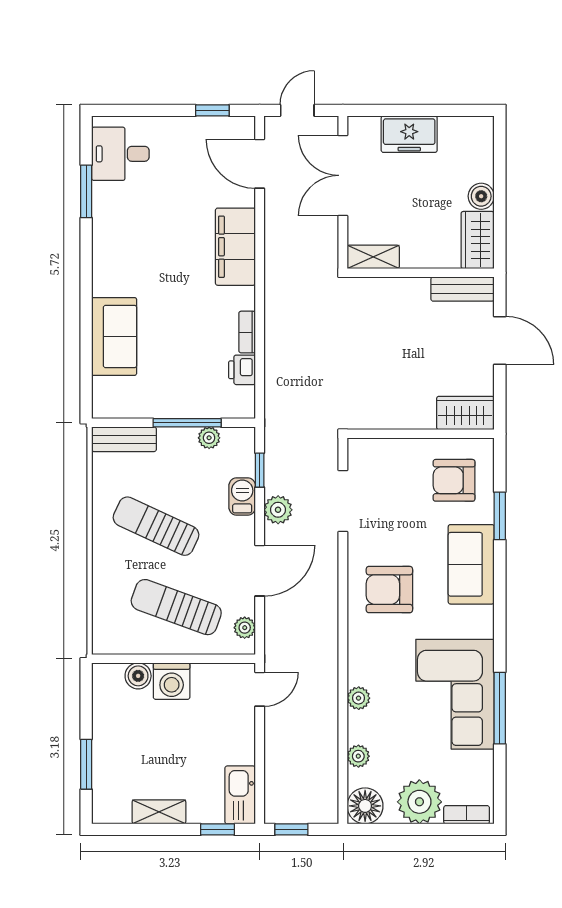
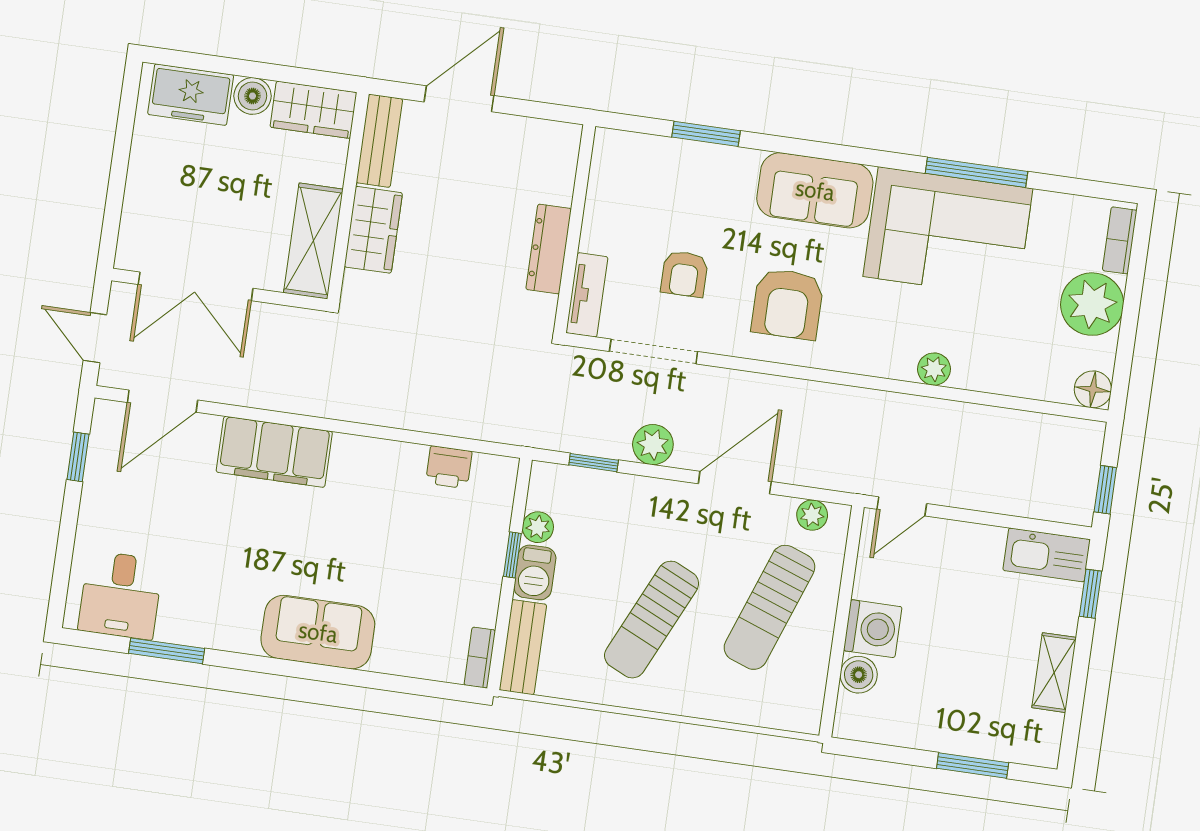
freezer: (409, 134) -> (191, 95), moved, turned 90
shelving: (373, 257) -> (313, 241), width x1.50, depth x1.33
bookcase: (247, 332) -> (480, 658), moved, turned 90
sofa: (114, 336) -> (318, 632), moved
wardrobe: (465, 413) -> (373, 230), moved, turned 180
dresser: (404, 418) -> (549, 249), added
window: (187, 423) -> (512, 555), width x0.46
tv unit: (376, 449) -> (587, 295), added
armchair: (454, 480) -> (684, 274), moved, width x0.72, depth x0.72
barbecue: (242, 496) -> (535, 572), moved, turned -90
sofa: (471, 564) -> (815, 190), moved
door: (260, 571) -> (735, 483), hinge flipped
door: (260, 689) -> (902, 506), swing flipped
plant: (358, 756) -> (1016, 381), removed
floor lamp: (365, 806) -> (1093, 389), width x0.73, depth x0.73

